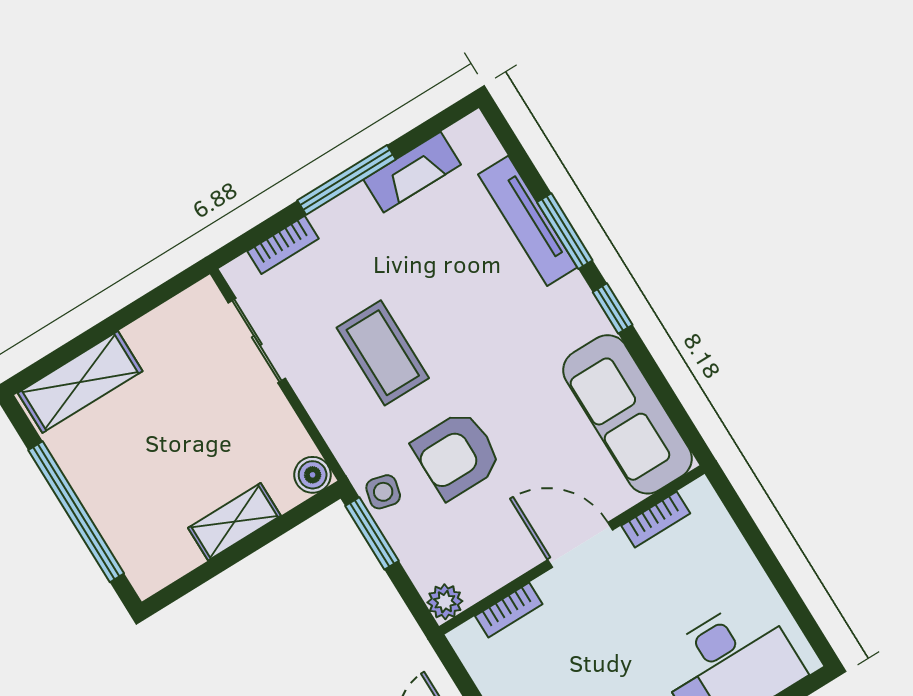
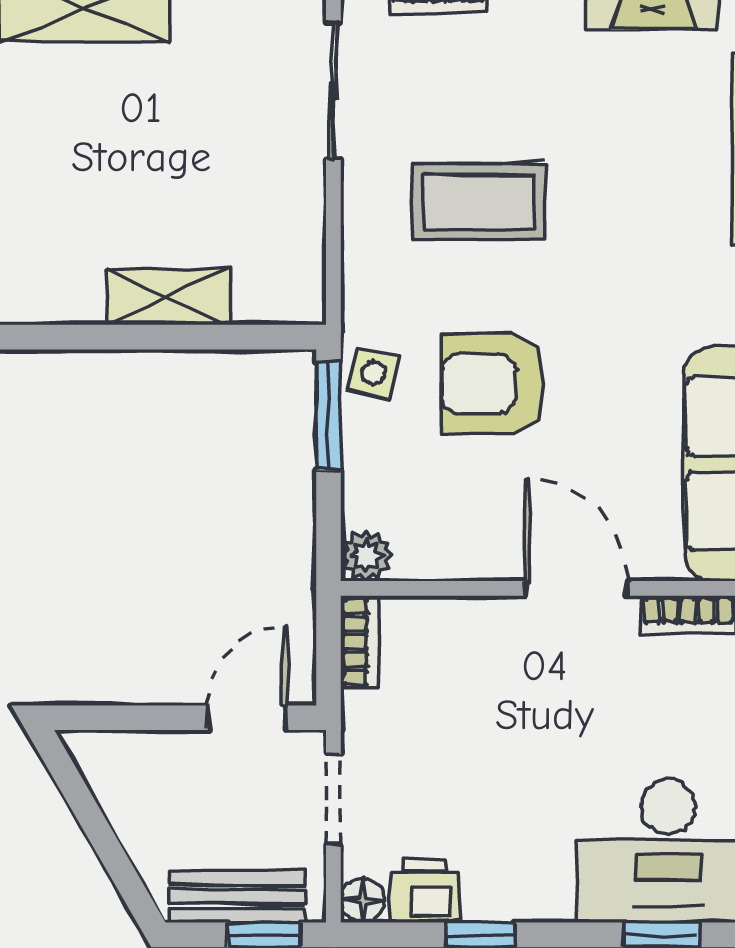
coffee table: (383, 353) -> (479, 202), turned 90
boiler: (313, 475) -> (300, 299), removed
bookcase: (509, 610) -> (359, 642), moved, turned -90

